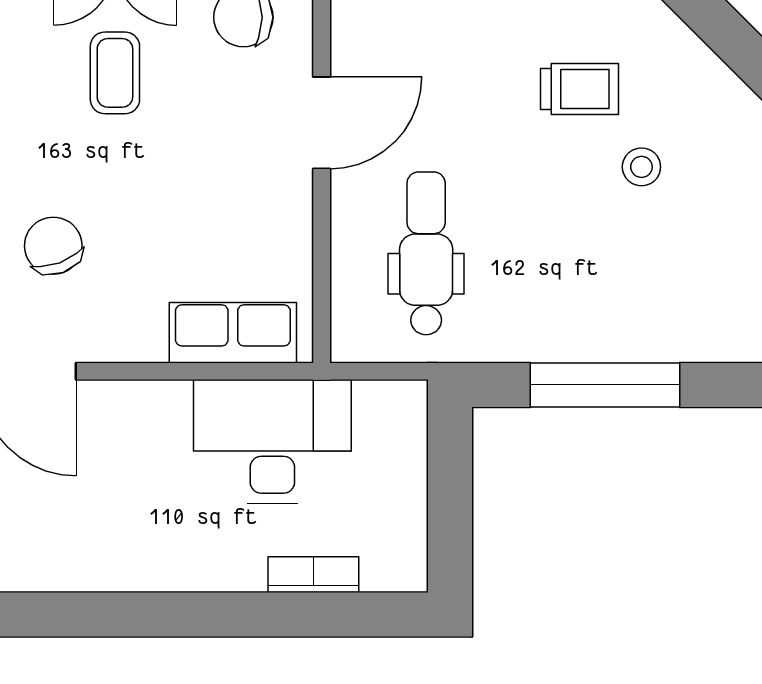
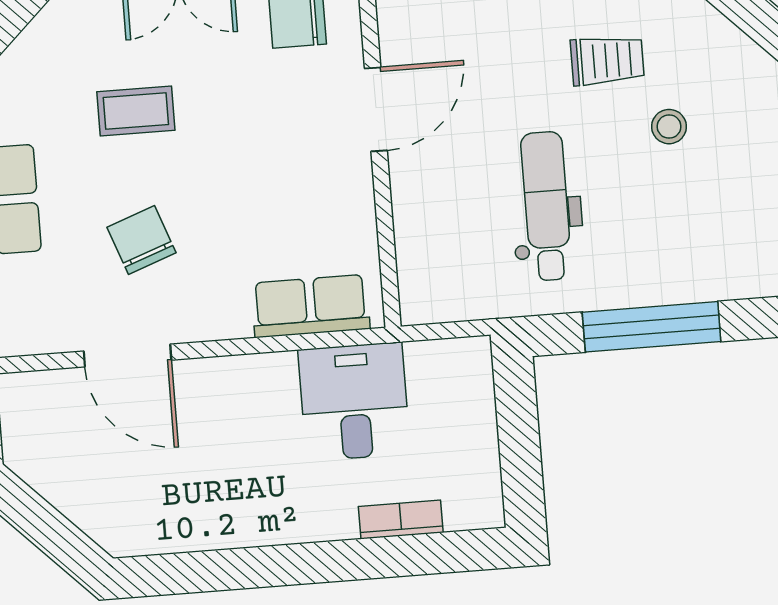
coffee table: (115, 73) -> (136, 111), moved, turned 90
dental chair: (426, 253) -> (546, 206), moved
desk: (272, 441) -> (354, 402), width x0.73

